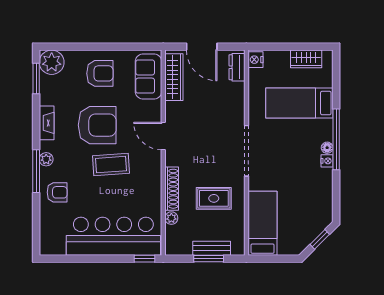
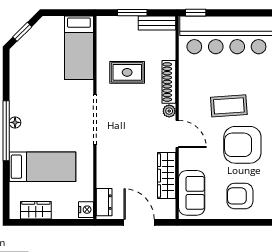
wardrobe: (174, 77) -> (167, 176), moved
nightstand: (327, 161) -> (15, 109), removed
plant: (171, 218) -> (169, 111), moved
bench: (212, 248) -> (157, 23), moved

